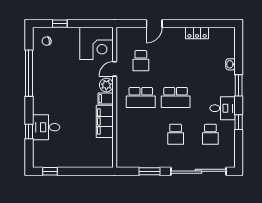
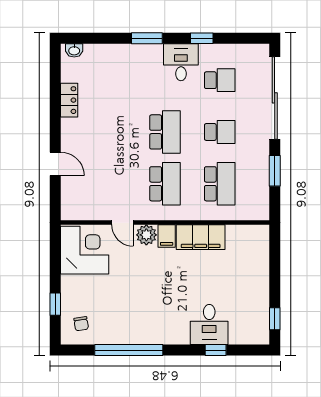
school desk: (141, 61) -> (220, 184), moved, width x1.85
washbasin: (230, 64) -> (74, 50), moved

